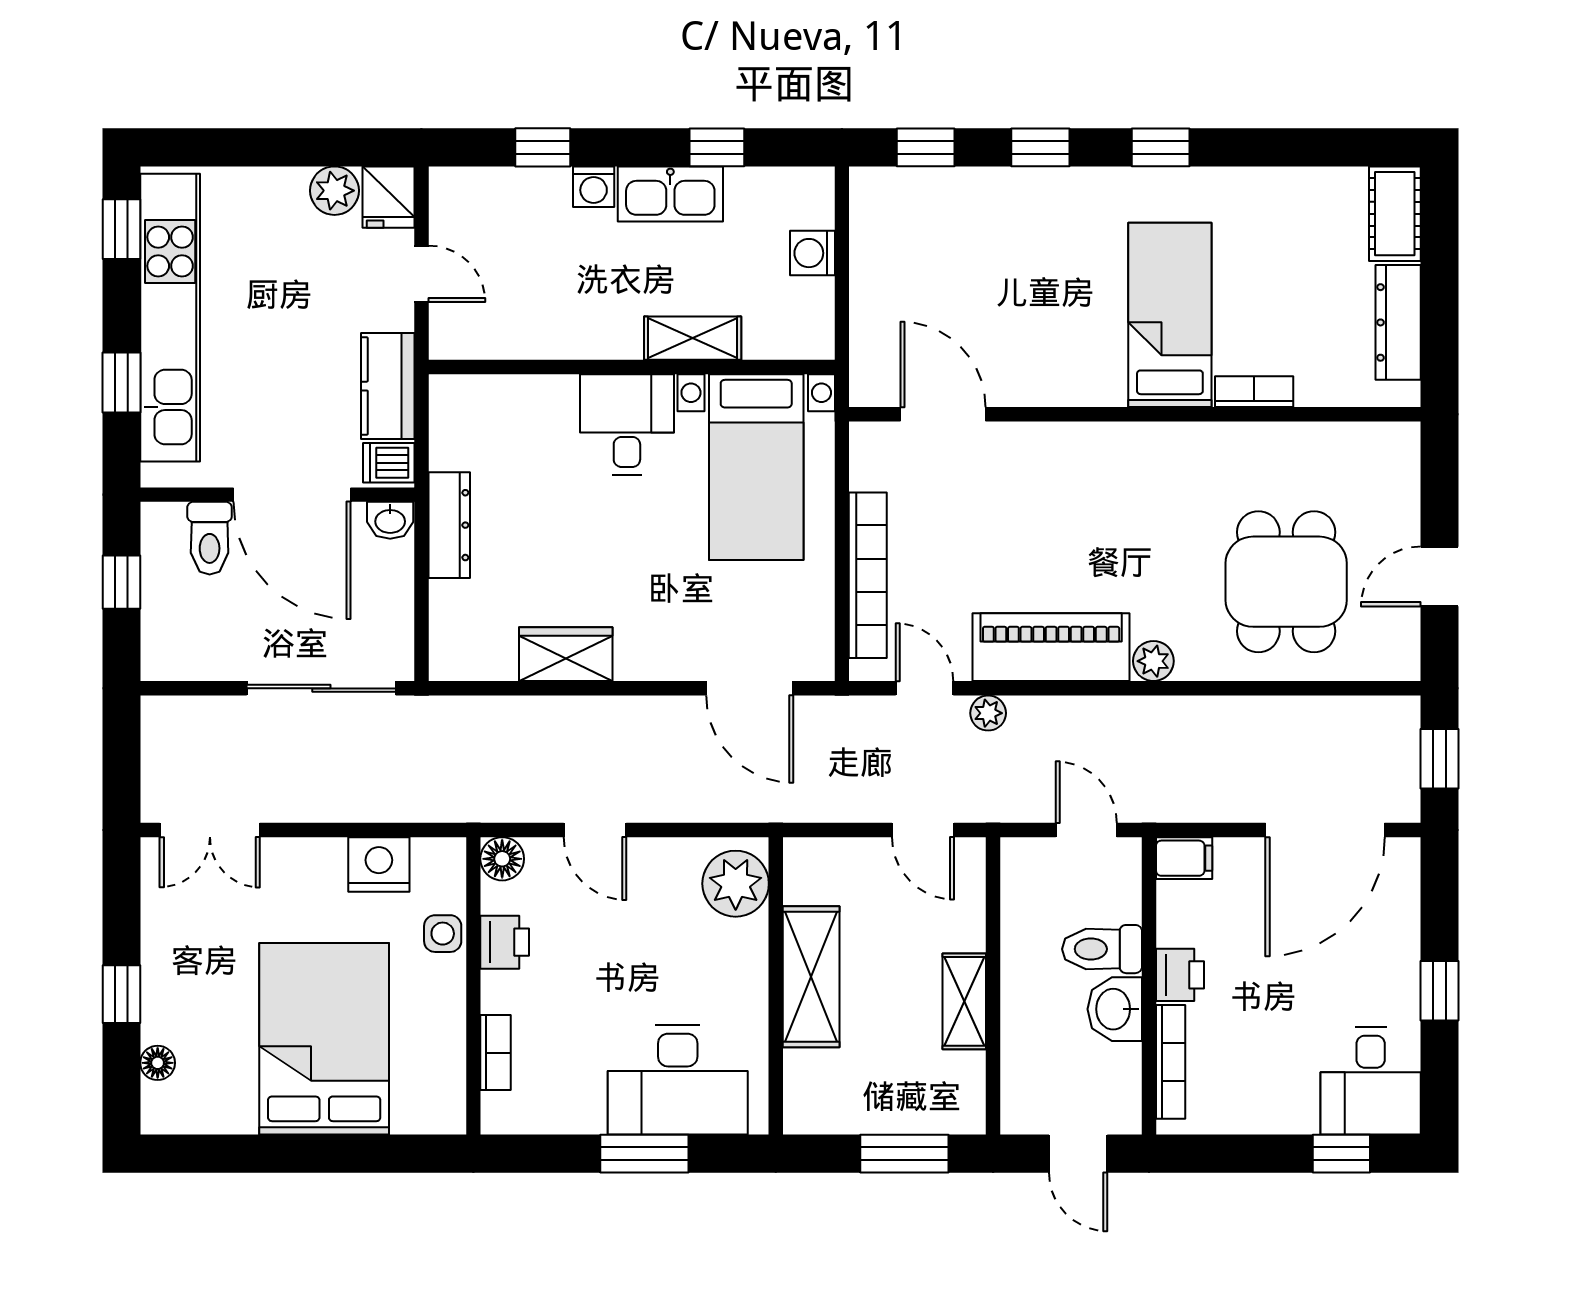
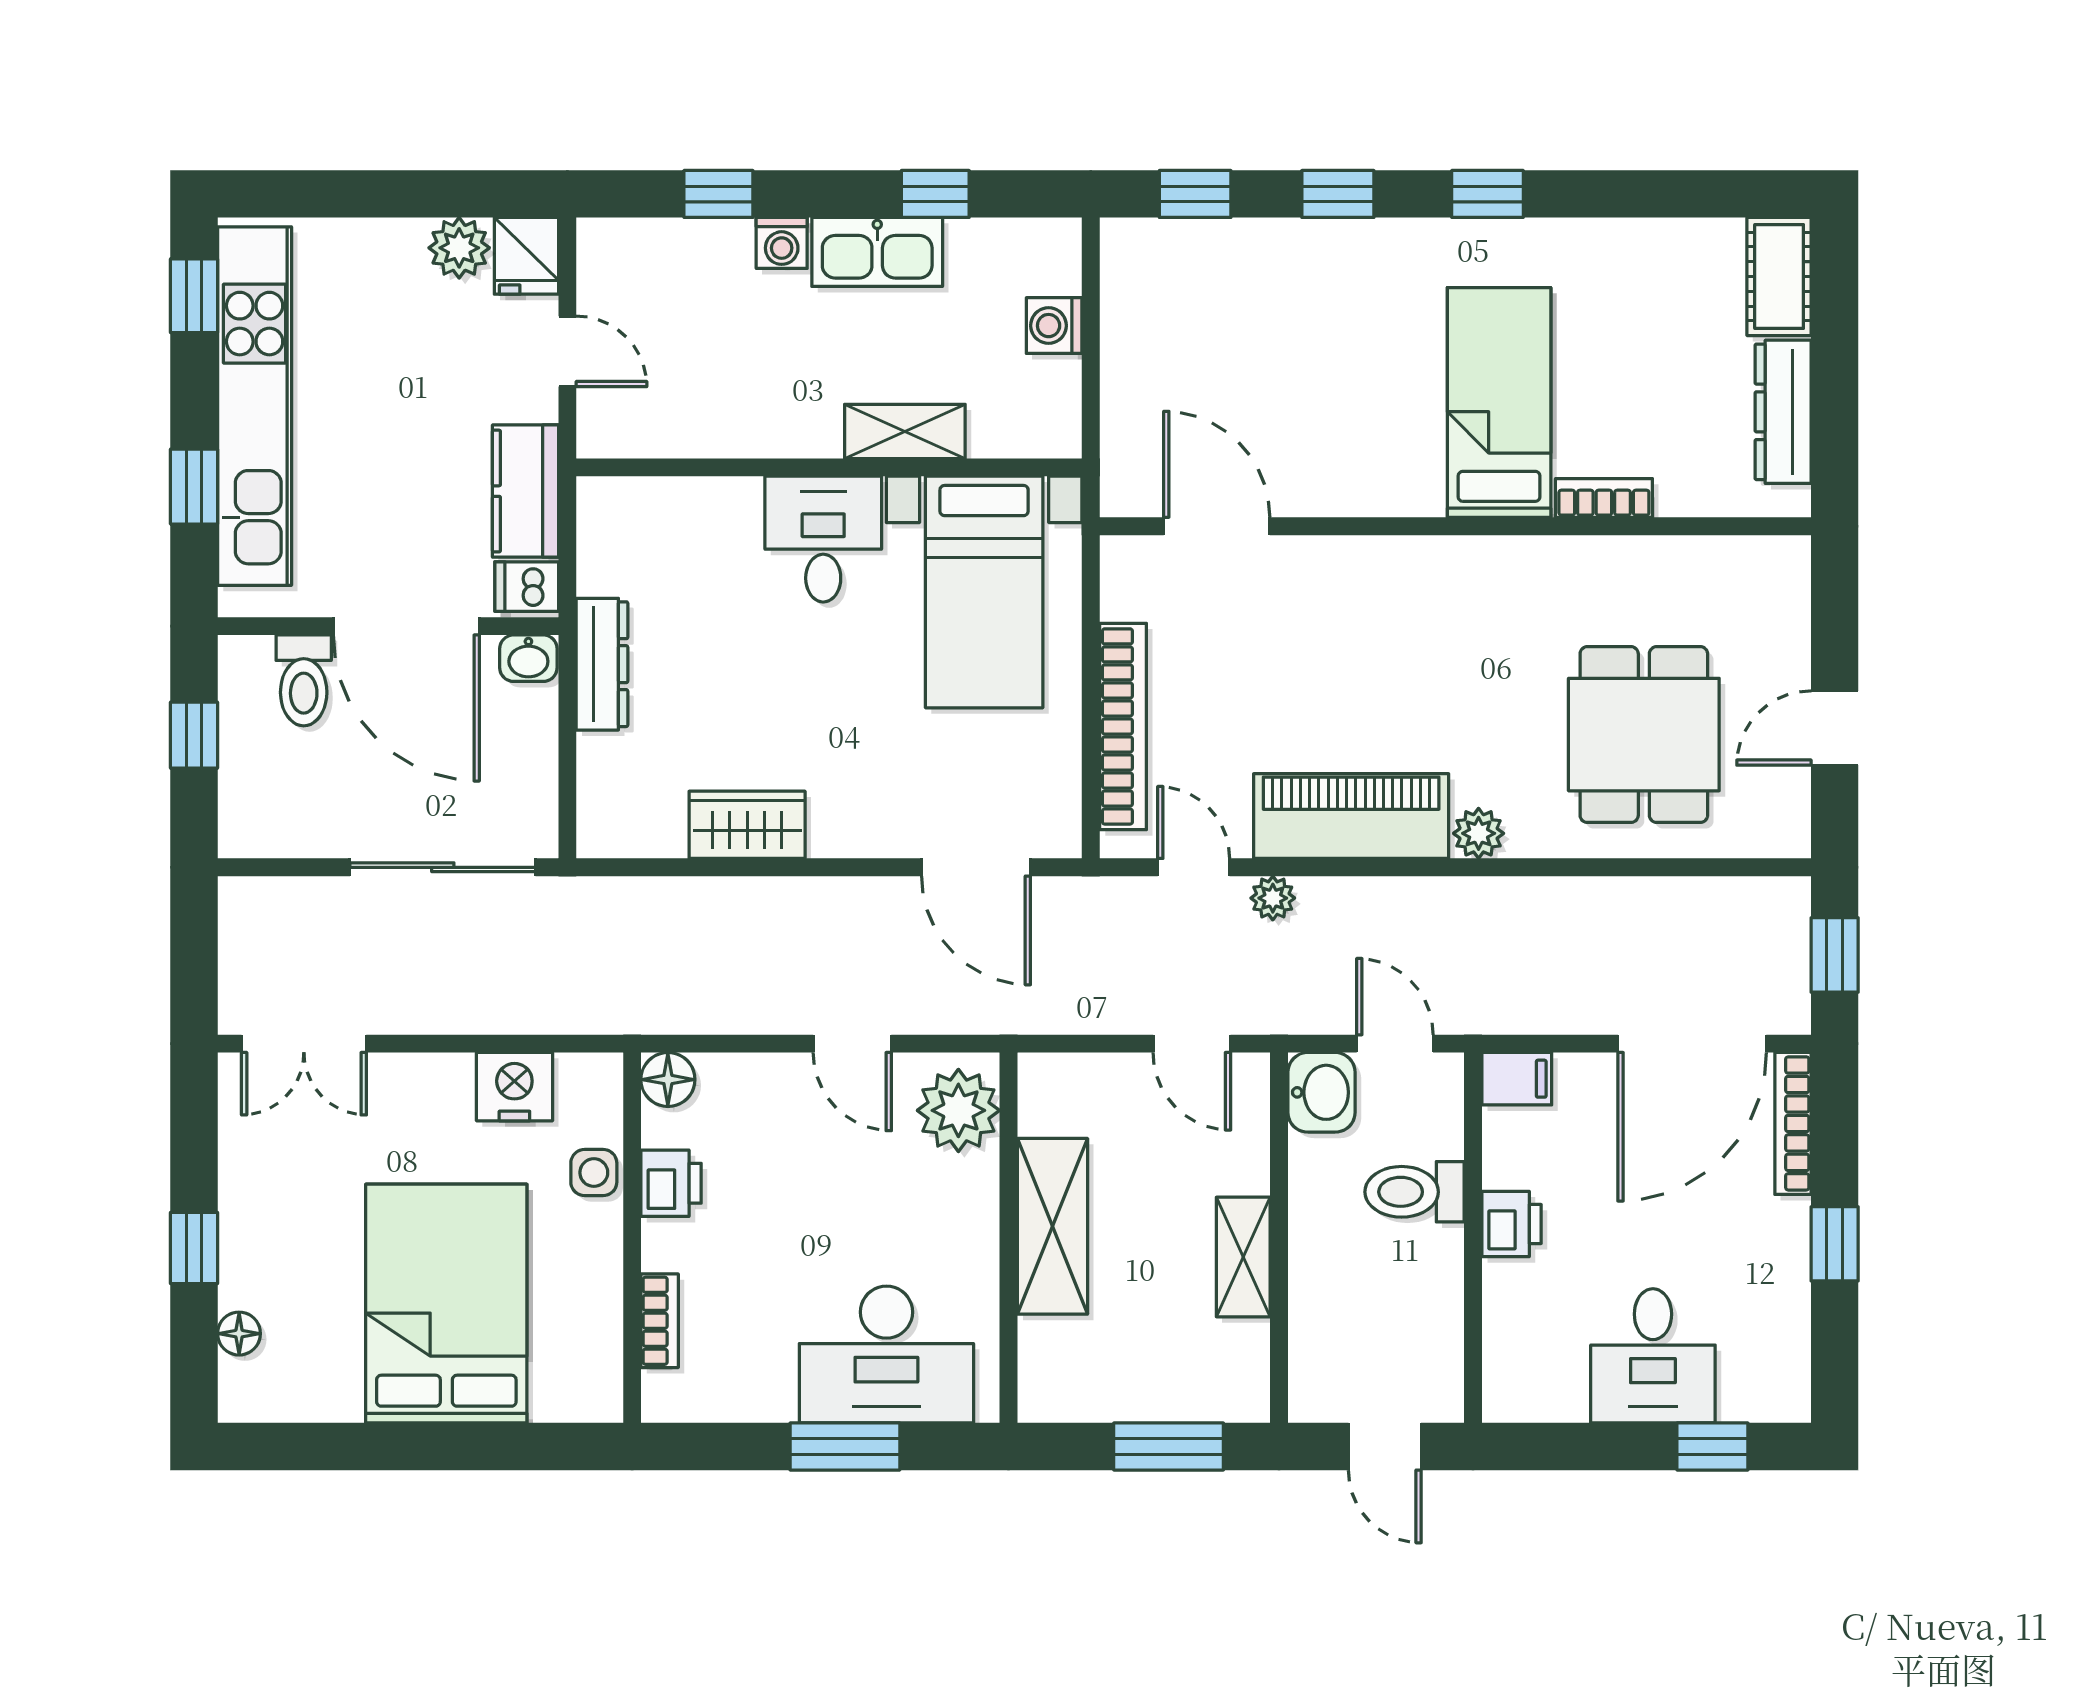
door: (595, 830) -> (852, 1044), moved
washbasin: (1115, 1009) -> (1321, 1092), moved, turned 180
bookcase: (1171, 1062) -> (1793, 1123), moved, turned 180
desk: (1371, 1081) -> (1653, 1356), moved

